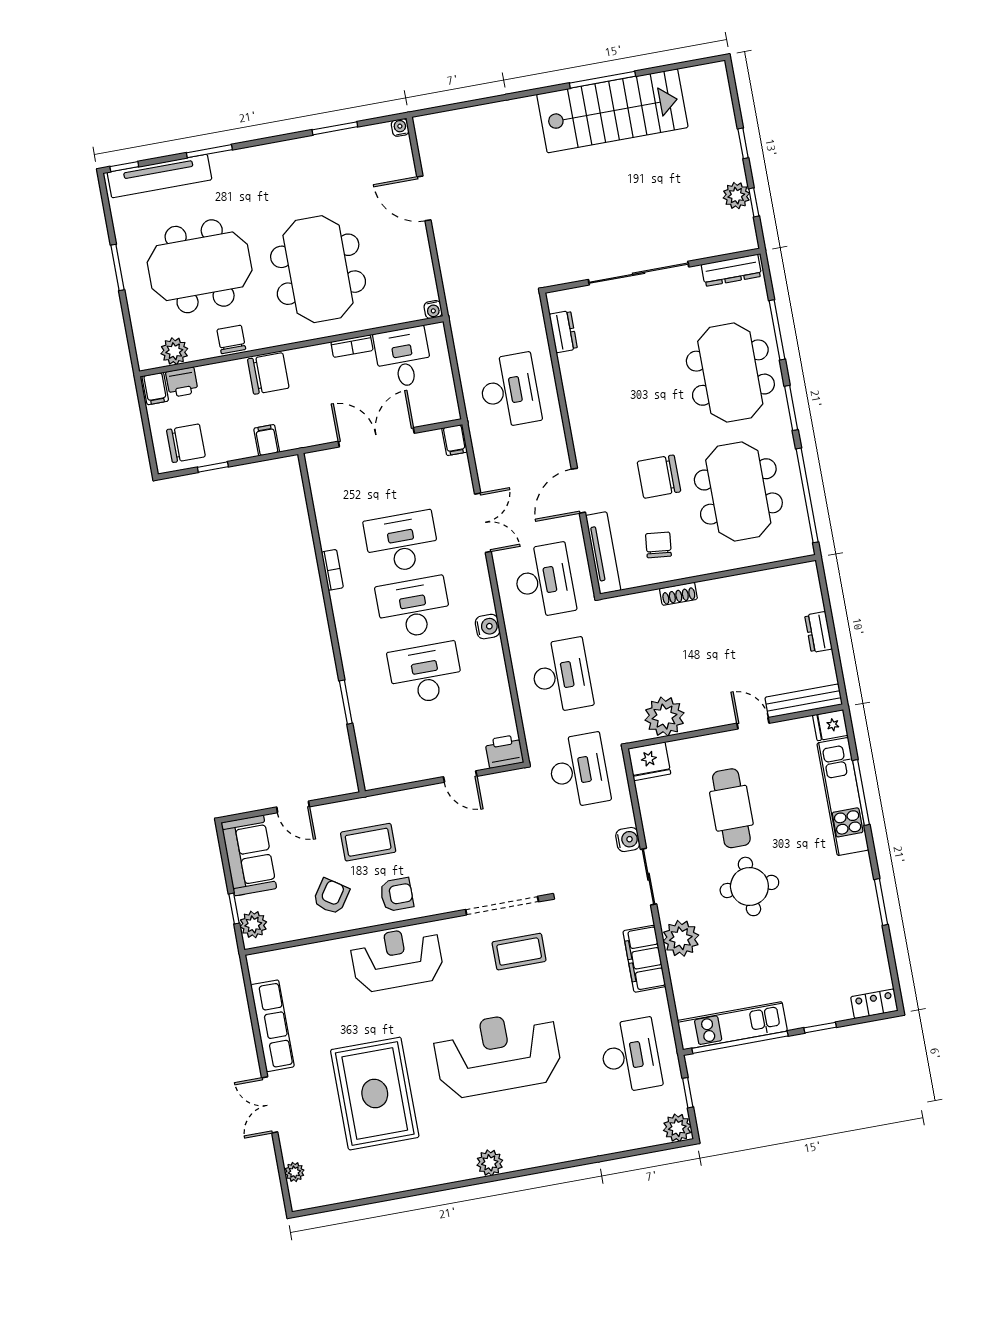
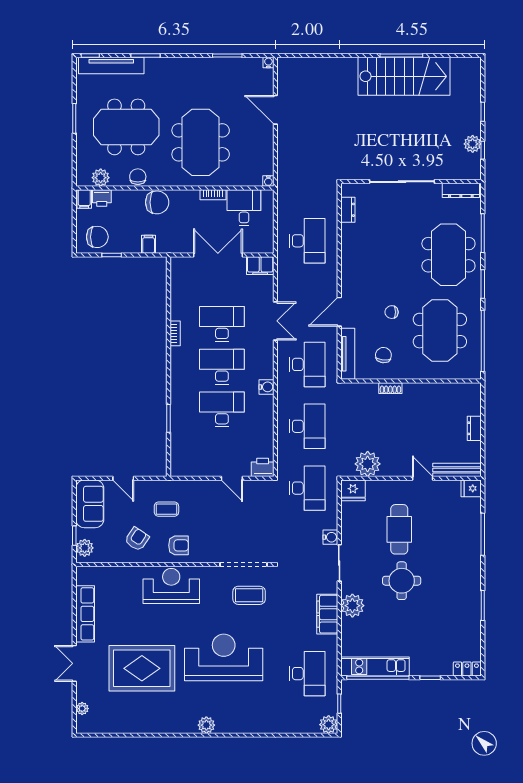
filing cabinet: (455, 440) -> (260, 266), width x2.00
chair: (659, 477) -> (392, 312), width x0.54, depth x0.54
kitchen unit: (843, 796) -> (471, 535), removed
coffee table: (368, 842) -> (166, 509), width x0.73, depth x0.77
rug: (375, 1094) -> (142, 668), turned 90

